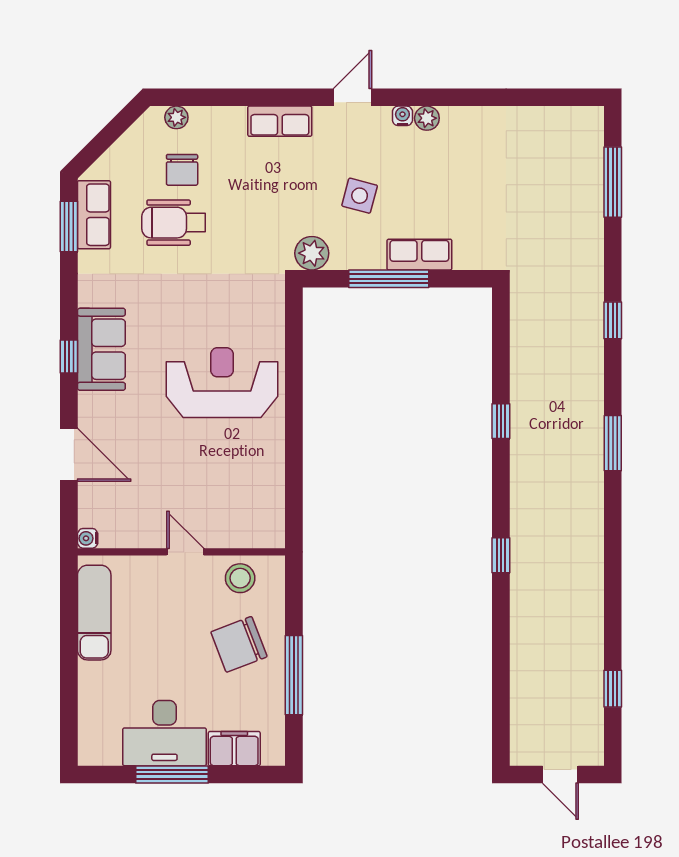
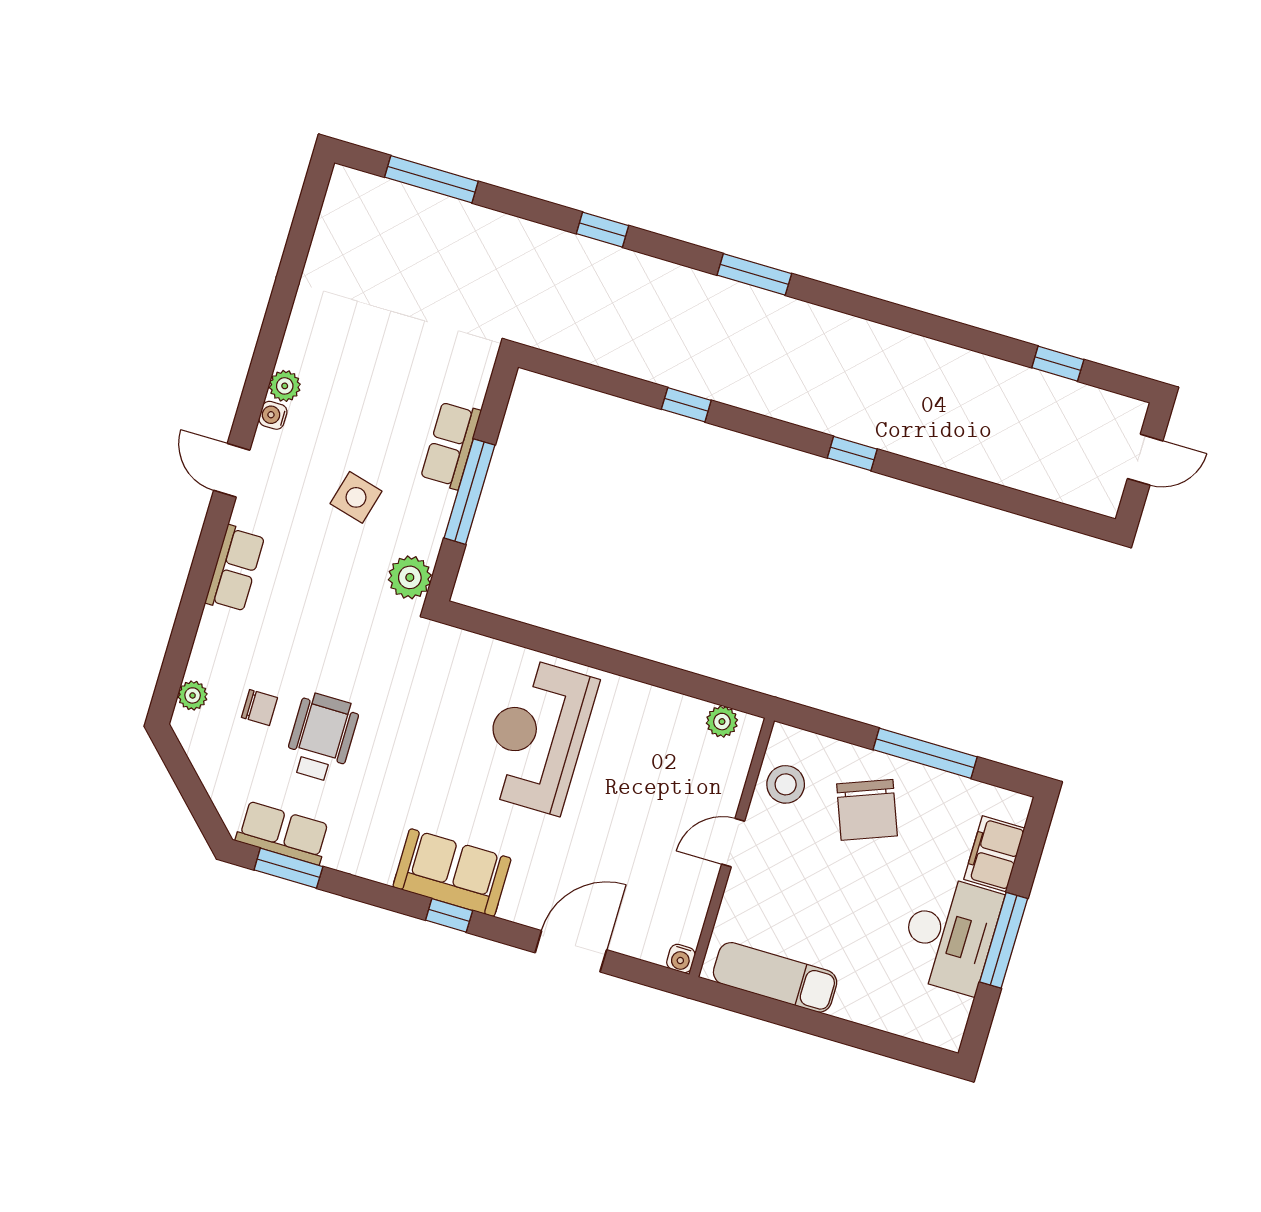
chair: (182, 170) -> (259, 708), width x0.73, depth x0.73
wheelchair: (174, 223) -> (322, 737), turned 180
plant: (273, 517) -> (722, 722), added

